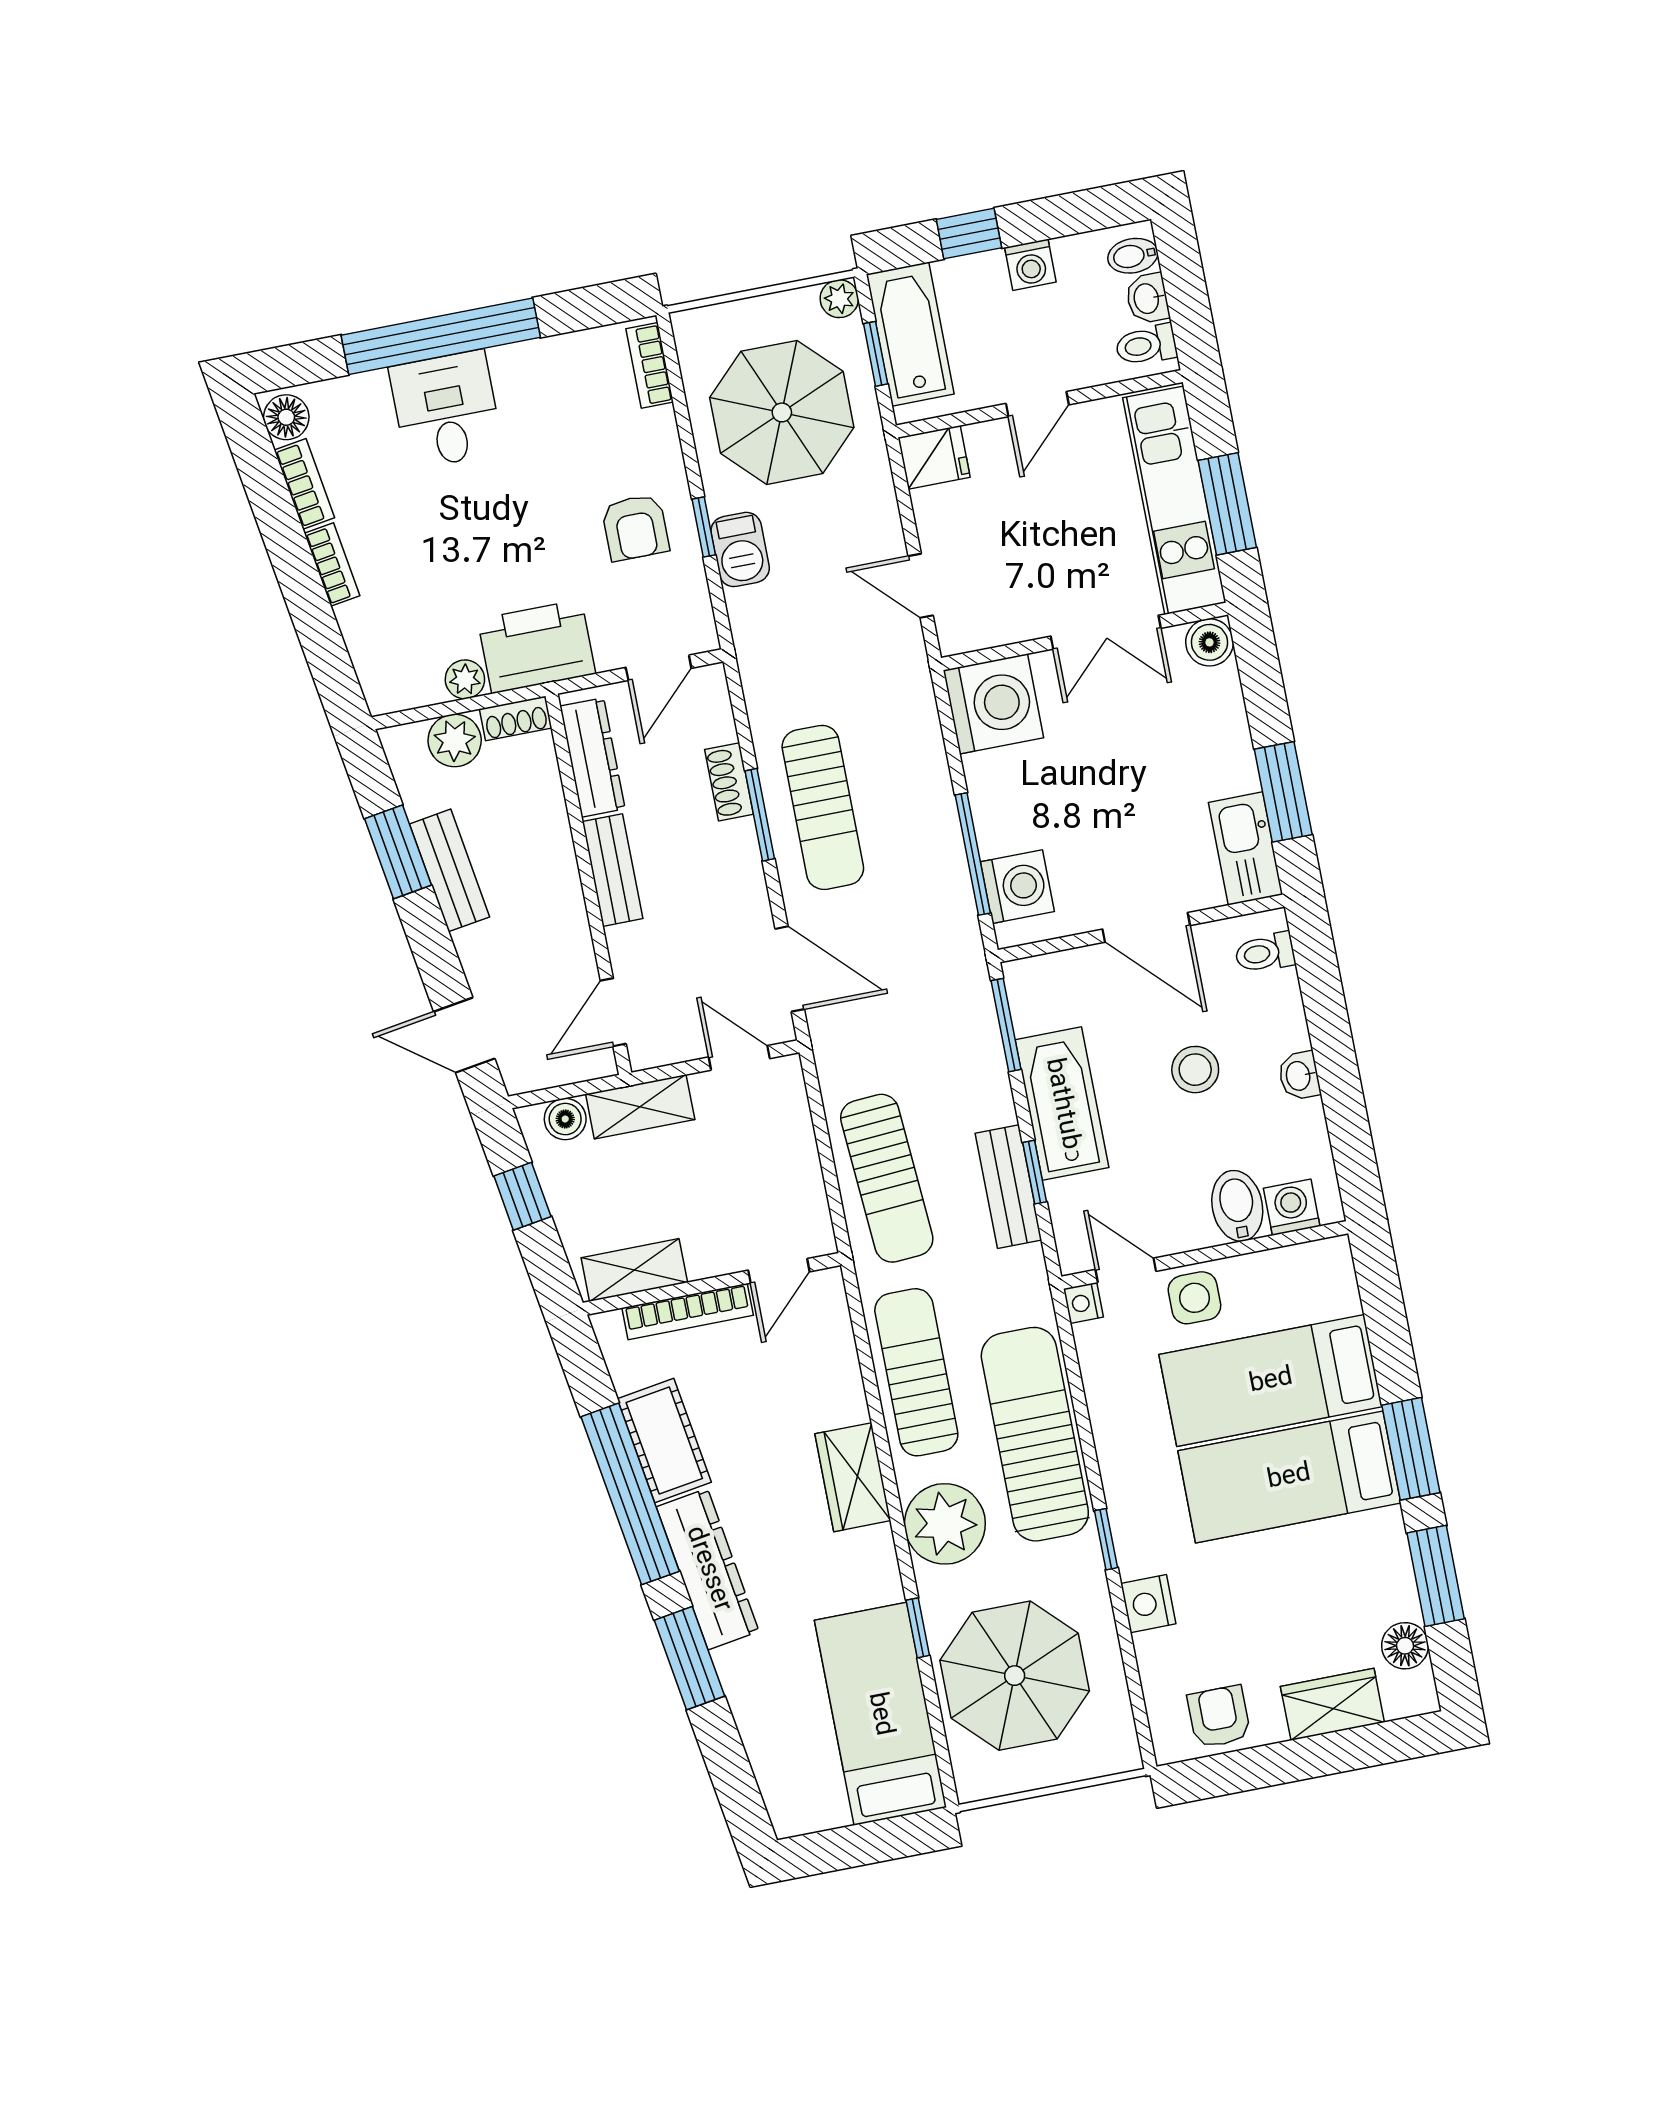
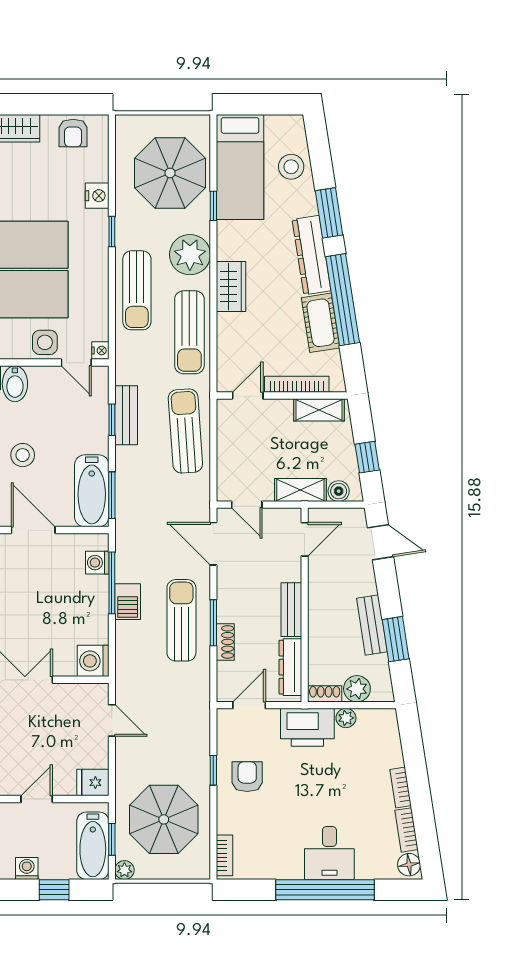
barbecue: (740, 549) -> (128, 602), moved, turned 180
washing machine: (993, 704) -> (93, 661), width x0.73, depth x0.73
washing machine: (1017, 887) -> (97, 563), width x0.73, depth x0.73
bathtub: (1062, 1104) -> (92, 491), moved
sun lounger: (1035, 1434) -> (137, 290), width x0.73, depth x0.75
stool: (781, 1734) -> (291, 167), added

